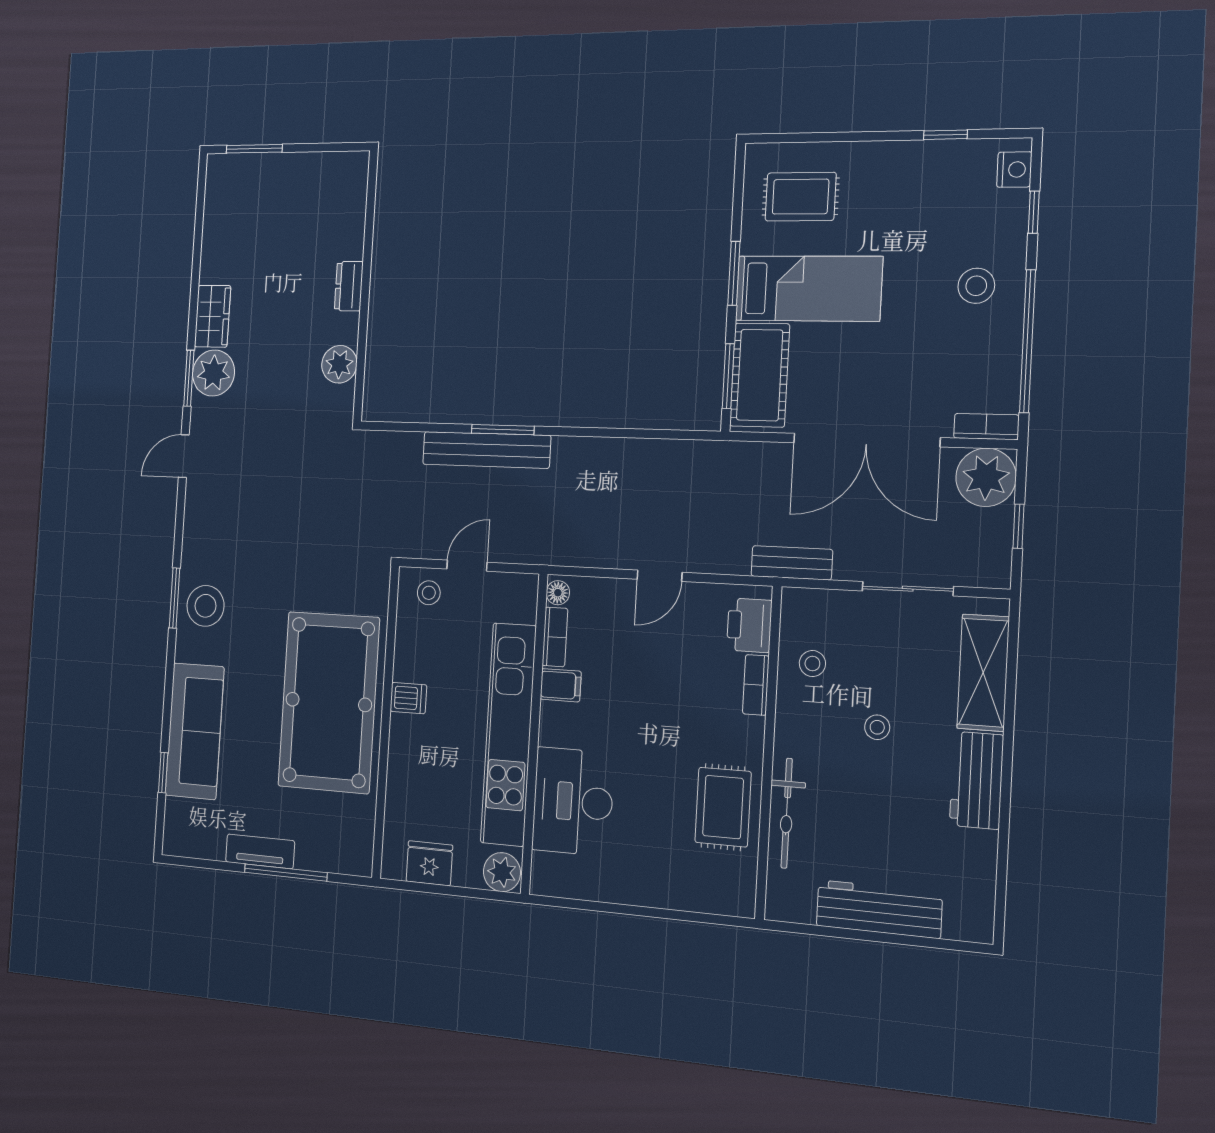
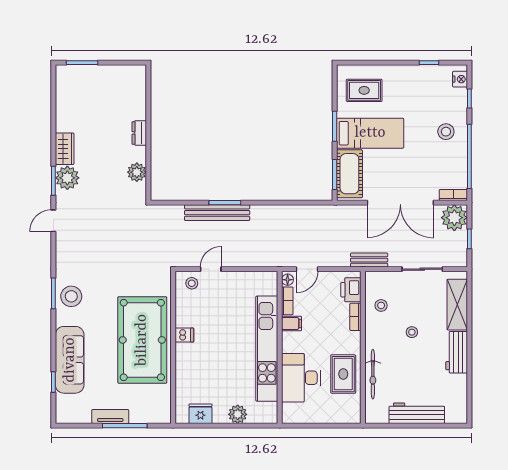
floor lamp: (558, 593) -> (288, 280), moved
bookcase: (555, 637) -> (287, 301), moved
filing cabinet: (561, 685) -> (292, 323), moved
kitchen unit: (508, 734) -> (267, 349), moved
wall: (534, 734) -> (280, 347), moved
desk: (573, 801) -> (301, 378), moved

